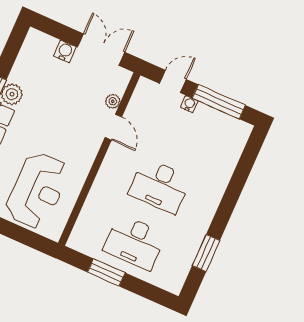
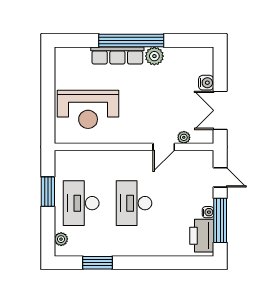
double door: (101, 50) -> (220, 110), swing flipped
water cooler: (189, 104) -> (208, 212), moved
printer: (227, 129) -> (202, 236), added
plant: (163, 281) -> (61, 239), added

